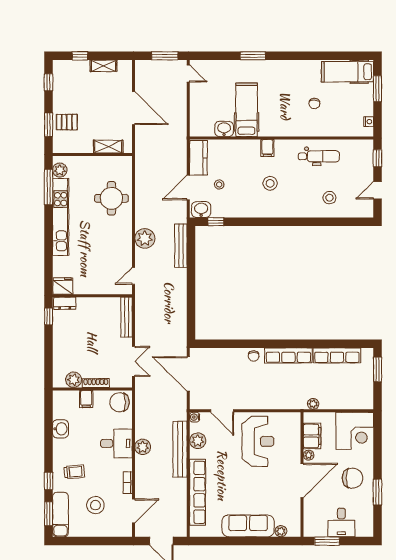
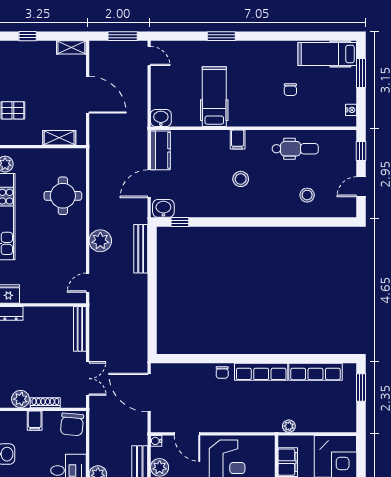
shelving: (104, 66) -> (71, 47), moved
washbasin: (224, 129) -> (161, 118), moved
stool: (219, 184) -> (184, 180), removed
chair: (120, 402) -> (72, 424), turned -85

